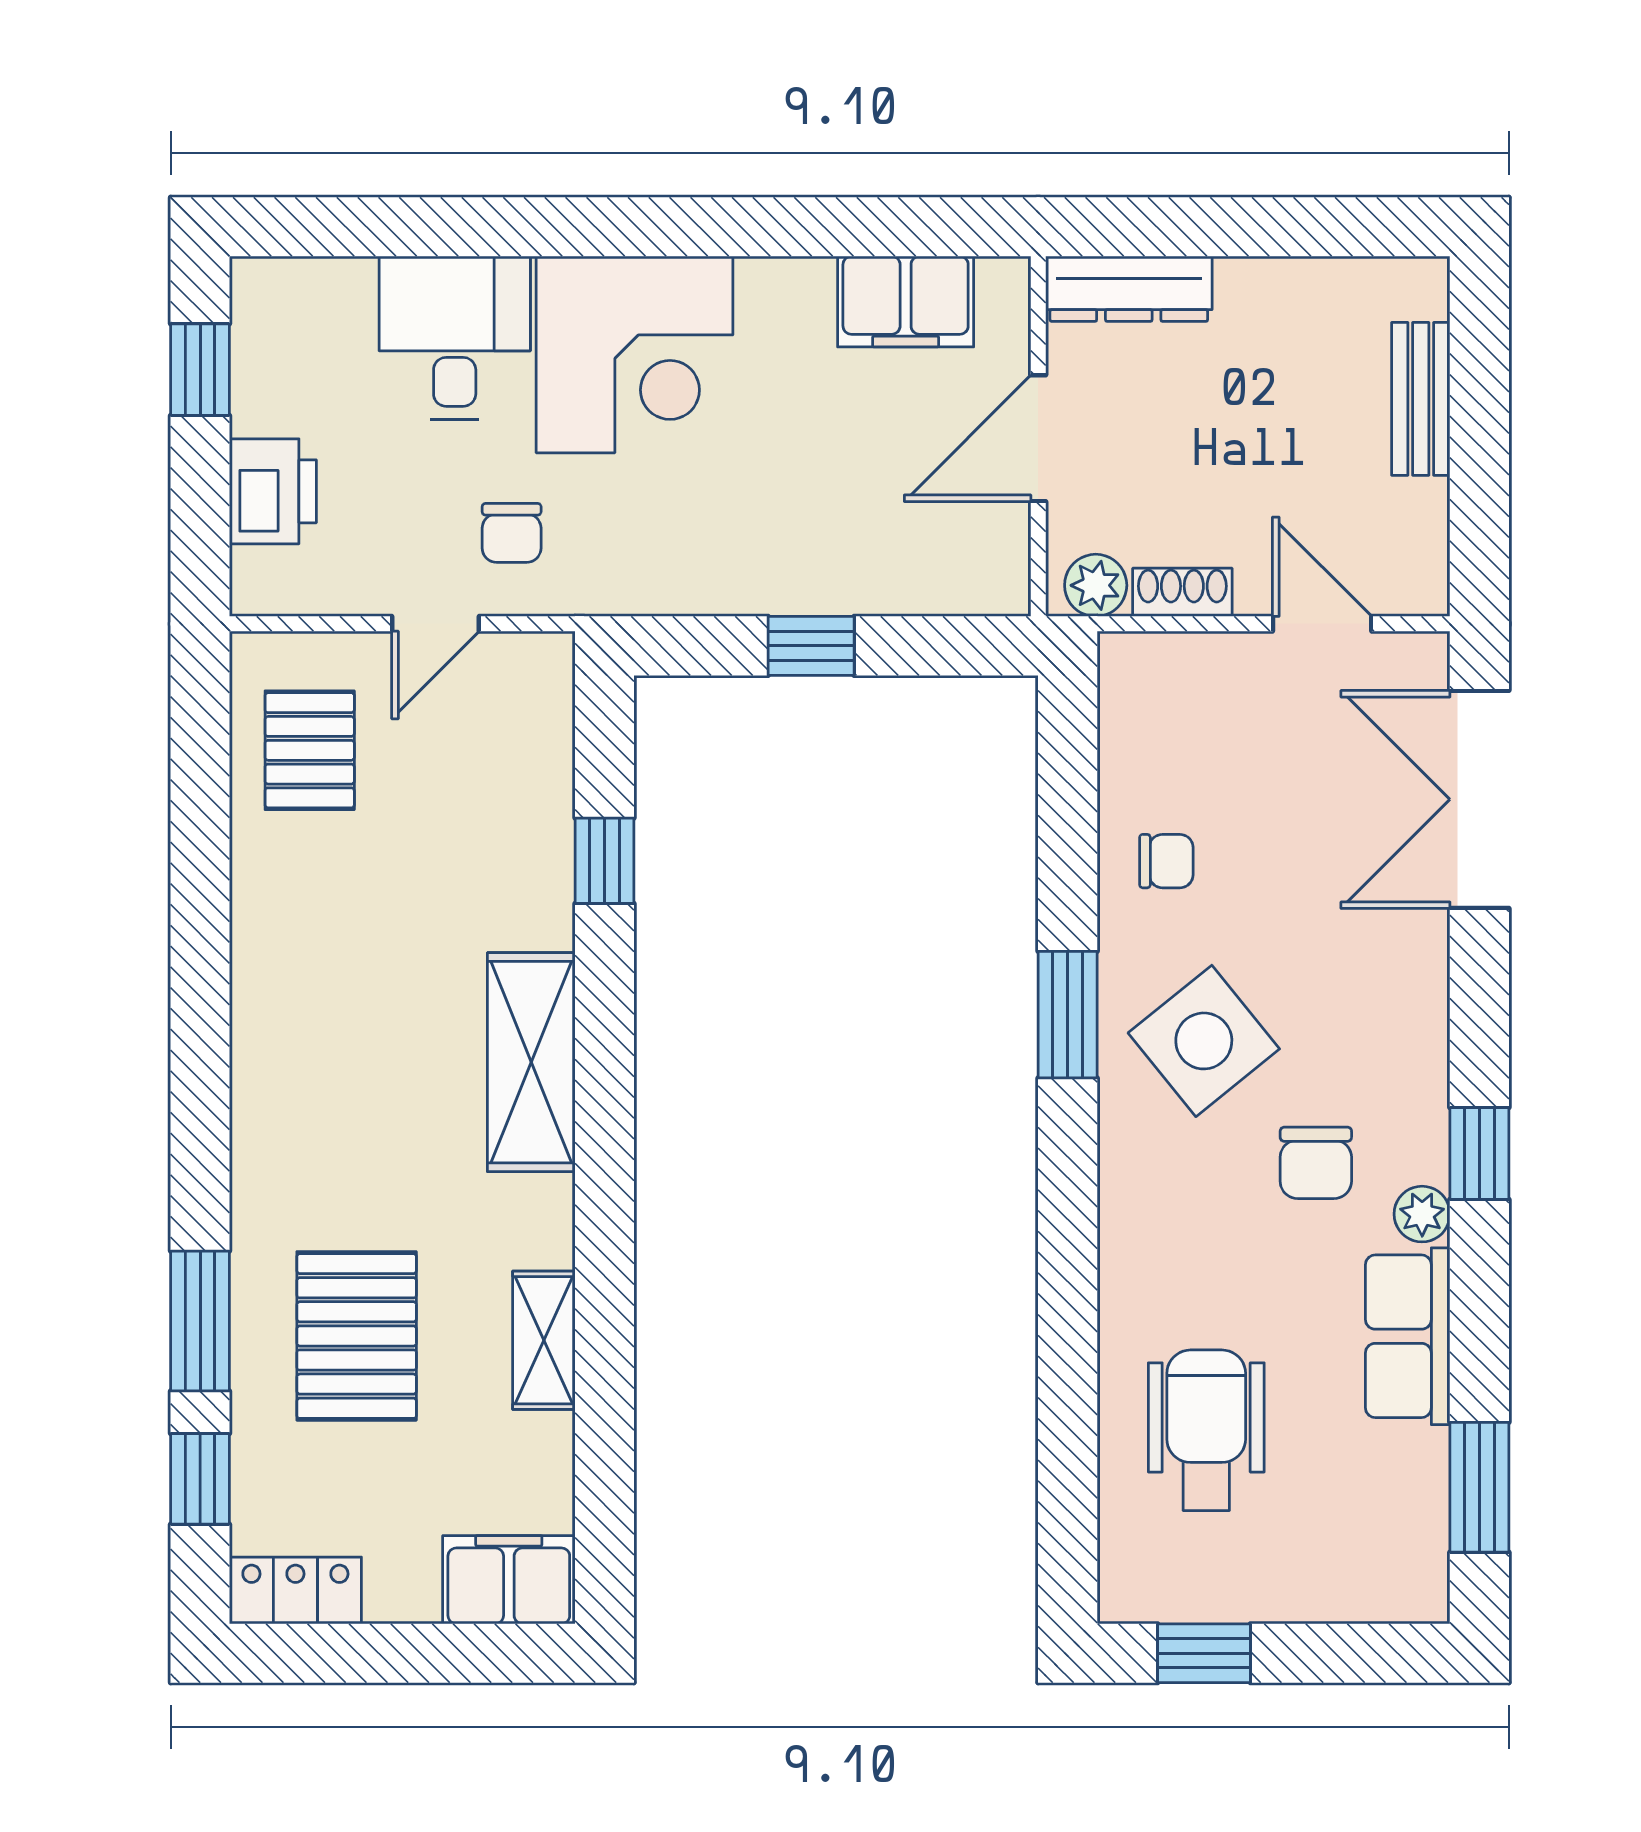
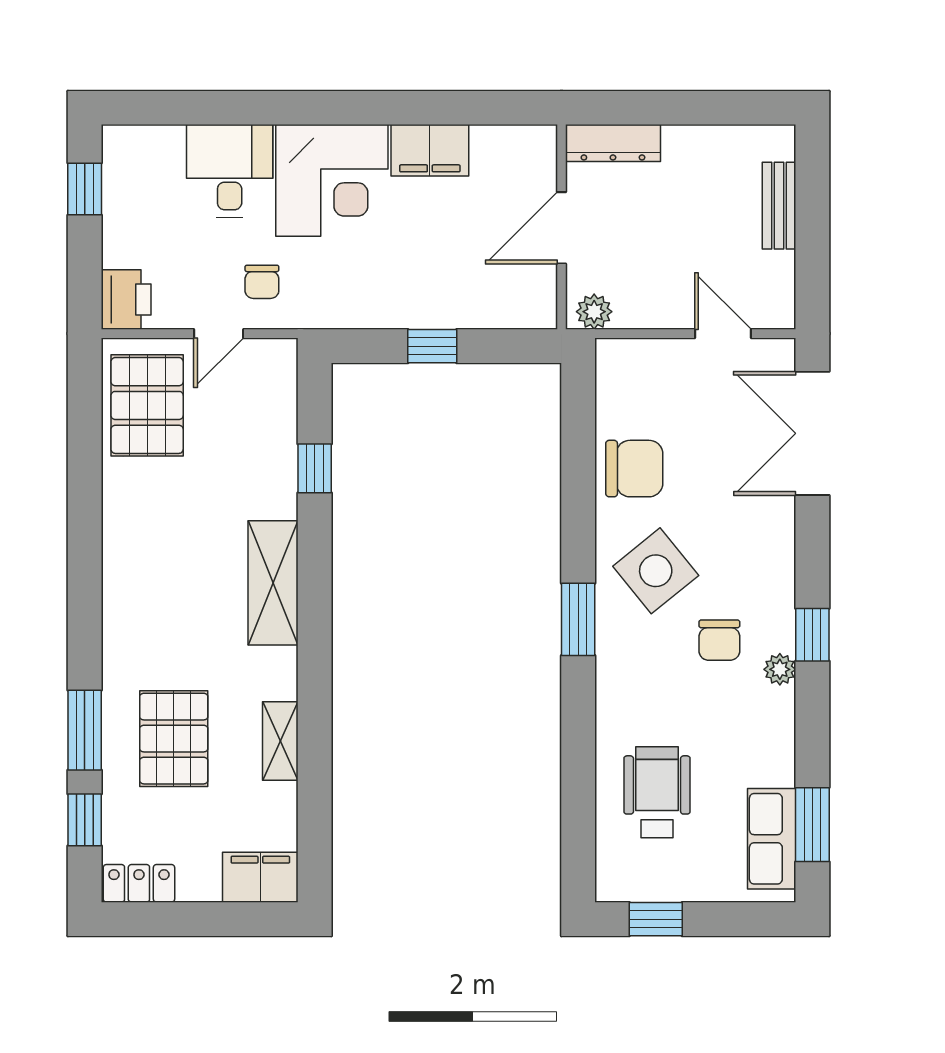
filing cabinet: (906, 302) -> (430, 150), moved
printer: (273, 491) -> (126, 300), moved
shoe rack: (1182, 592) -> (643, 316), removed
pallet: (310, 750) -> (147, 405), width x1.50, depth x1.42
chair: (1166, 861) -> (634, 469), width x1.87, depth x1.87
window: (1068, 1015) -> (578, 619), moved
row of seats: (1408, 1336) -> (772, 839), moved

